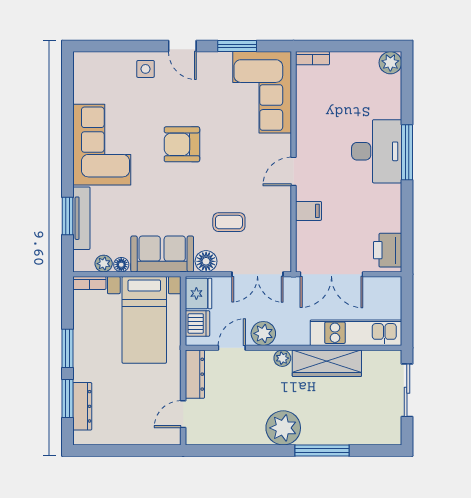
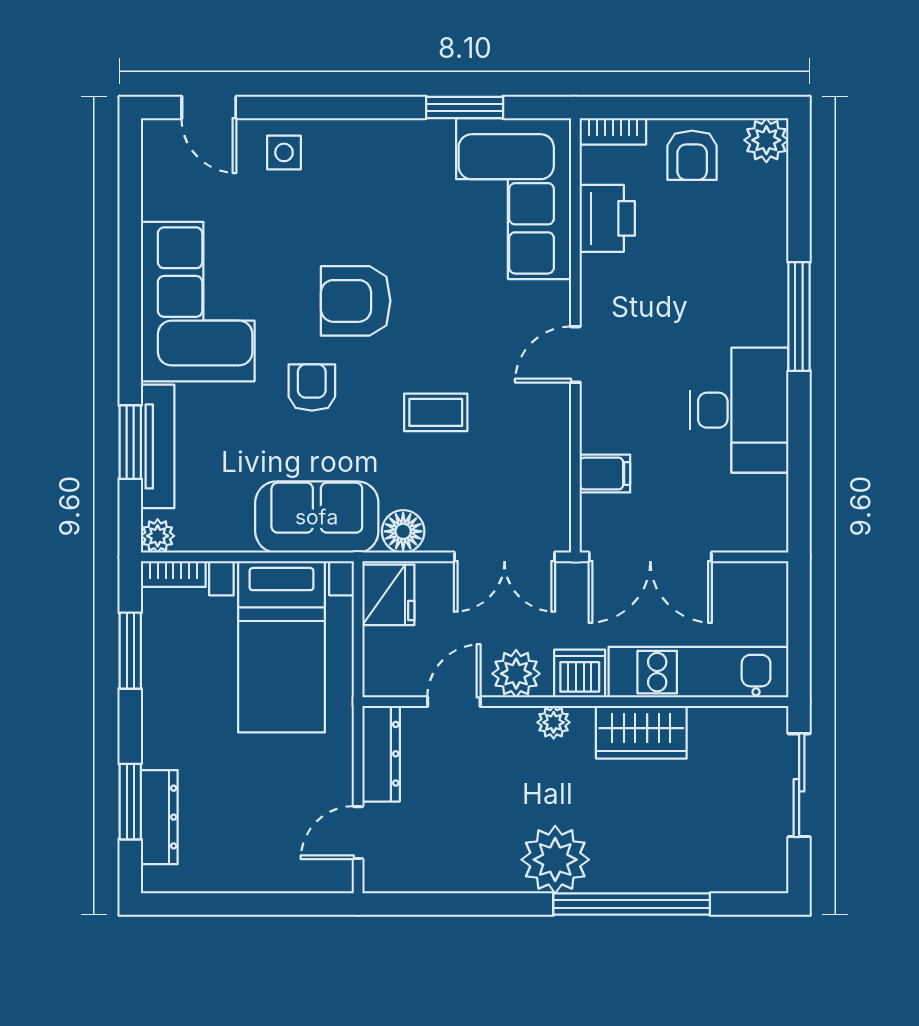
door: (182, 46) -> (209, 107), moved
armchair: (353, 70) -> (692, 155), added
desk: (377, 151) -> (739, 410), moved
armchair: (160, 188) -> (312, 387), added
filing cabinet: (308, 211) -> (605, 474), moved
coffee table: (229, 222) -> (436, 412), moved
printer: (388, 250) -> (607, 218), moved, turned 180
plant: (104, 264) -> (158, 536), moved
floor lamp: (121, 265) -> (236, 538), removed
dishwasher: (197, 323) -> (580, 674), moved, turned -90
window: (67, 348) -> (130, 651), moved
wardrobe: (327, 363) -> (641, 732), width x0.67
window: (322, 450) -> (632, 904), width x1.46

